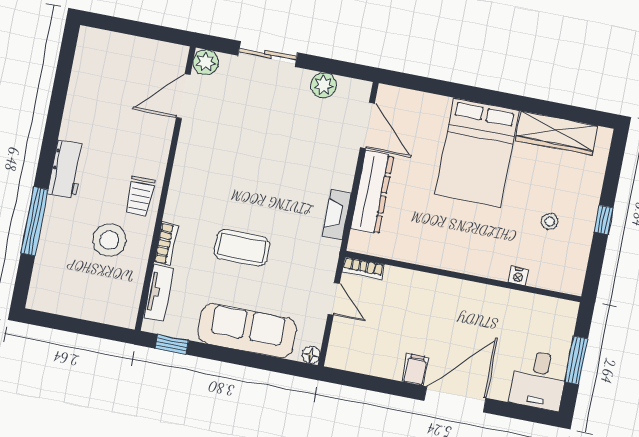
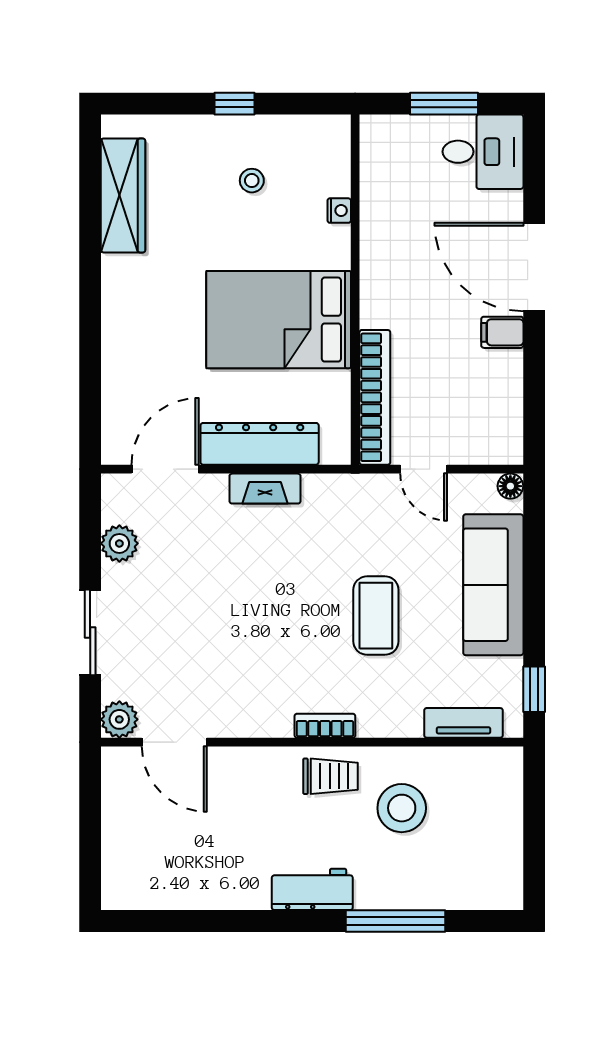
bed: (477, 152) -> (279, 320), moved, turned 180
fireplace: (337, 215) -> (265, 489), moved
bookcase: (166, 244) -> (325, 726), moved
bookcase: (363, 268) -> (375, 397), width x2.31, depth x1.31
door: (334, 299) -> (424, 469), swing flipped

